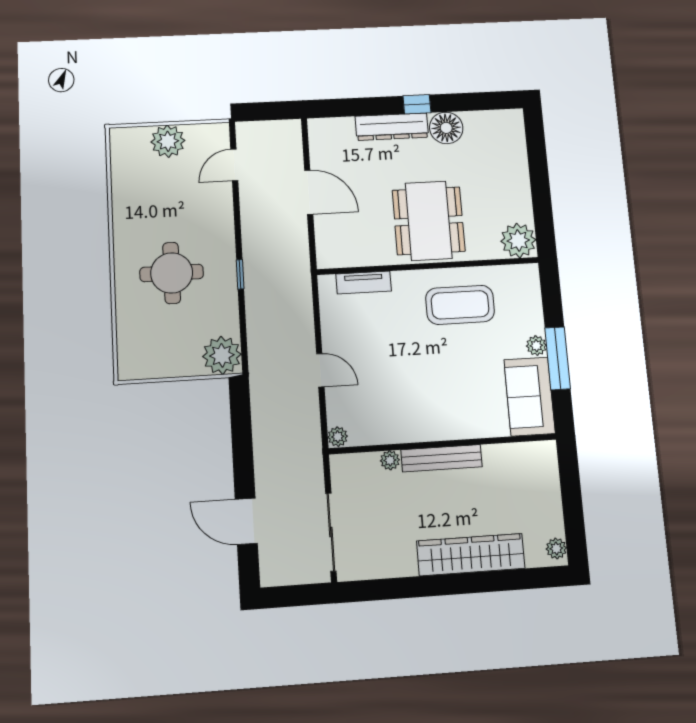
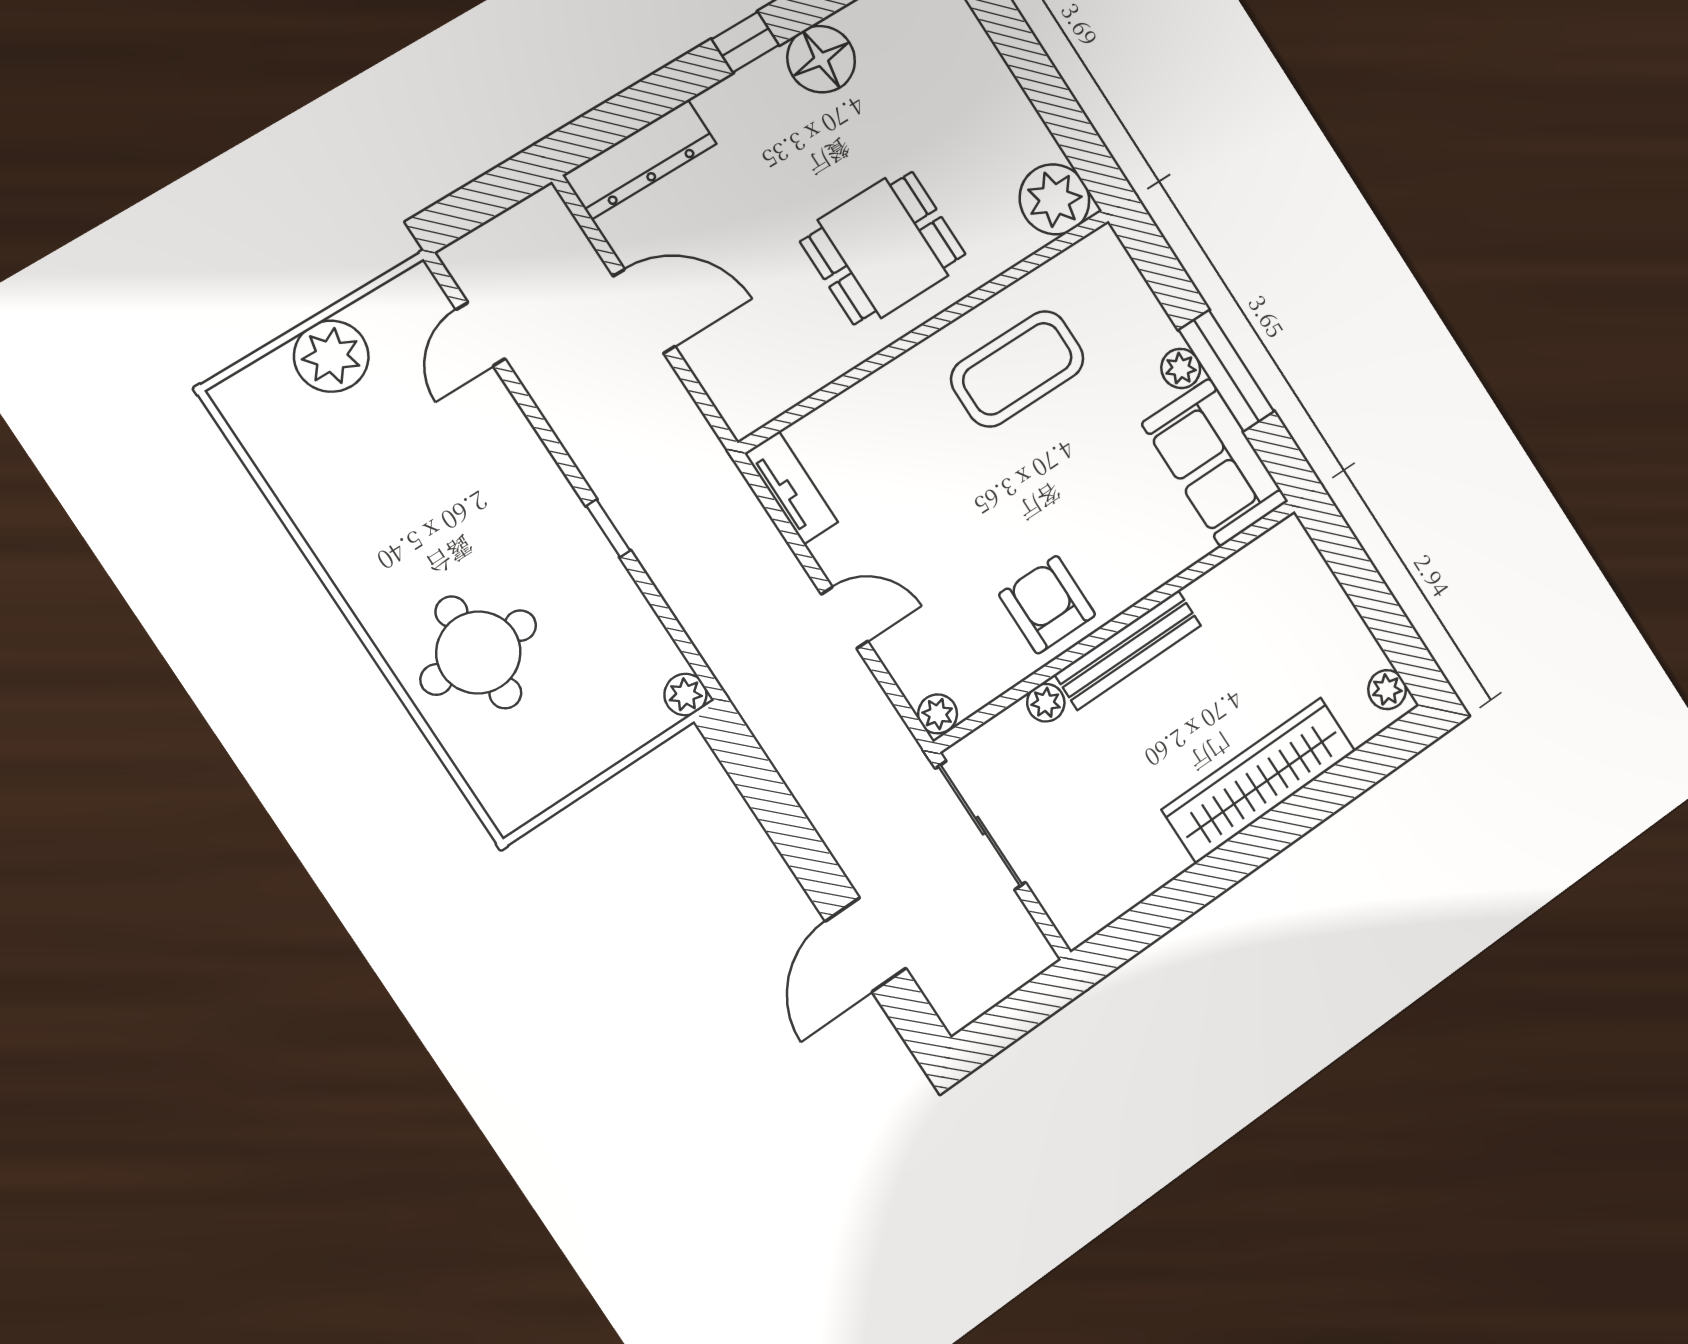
dresser: (392, 127) -> (640, 159), moved
dining table: (429, 221) -> (883, 248), width x0.73
round table: (172, 273) -> (478, 652), moved
tv unit: (364, 282) -> (791, 488), moved, turned -90
plant: (222, 355) -> (685, 695), width x0.53, depth x0.53
armchair: (415, 417) -> (1047, 605), added
door: (246, 521) -> (866, 945), hinge flipped
sliding door: (331, 532) -> (980, 826), moved

